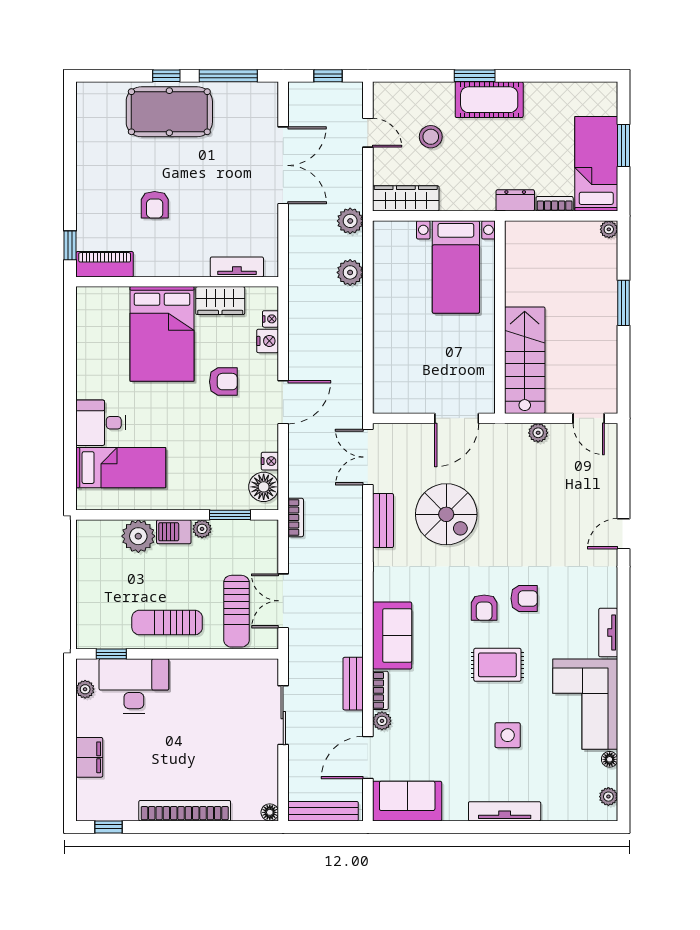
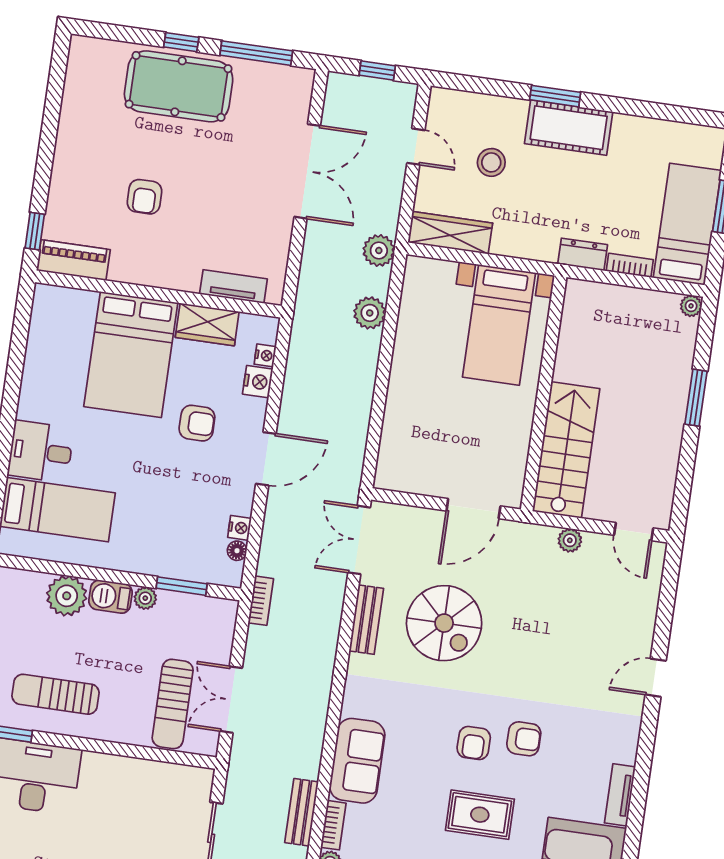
floor lamp: (264, 487) -> (237, 551), width x0.53, depth x0.53
sun lounger: (167, 623) -> (55, 694), moved

